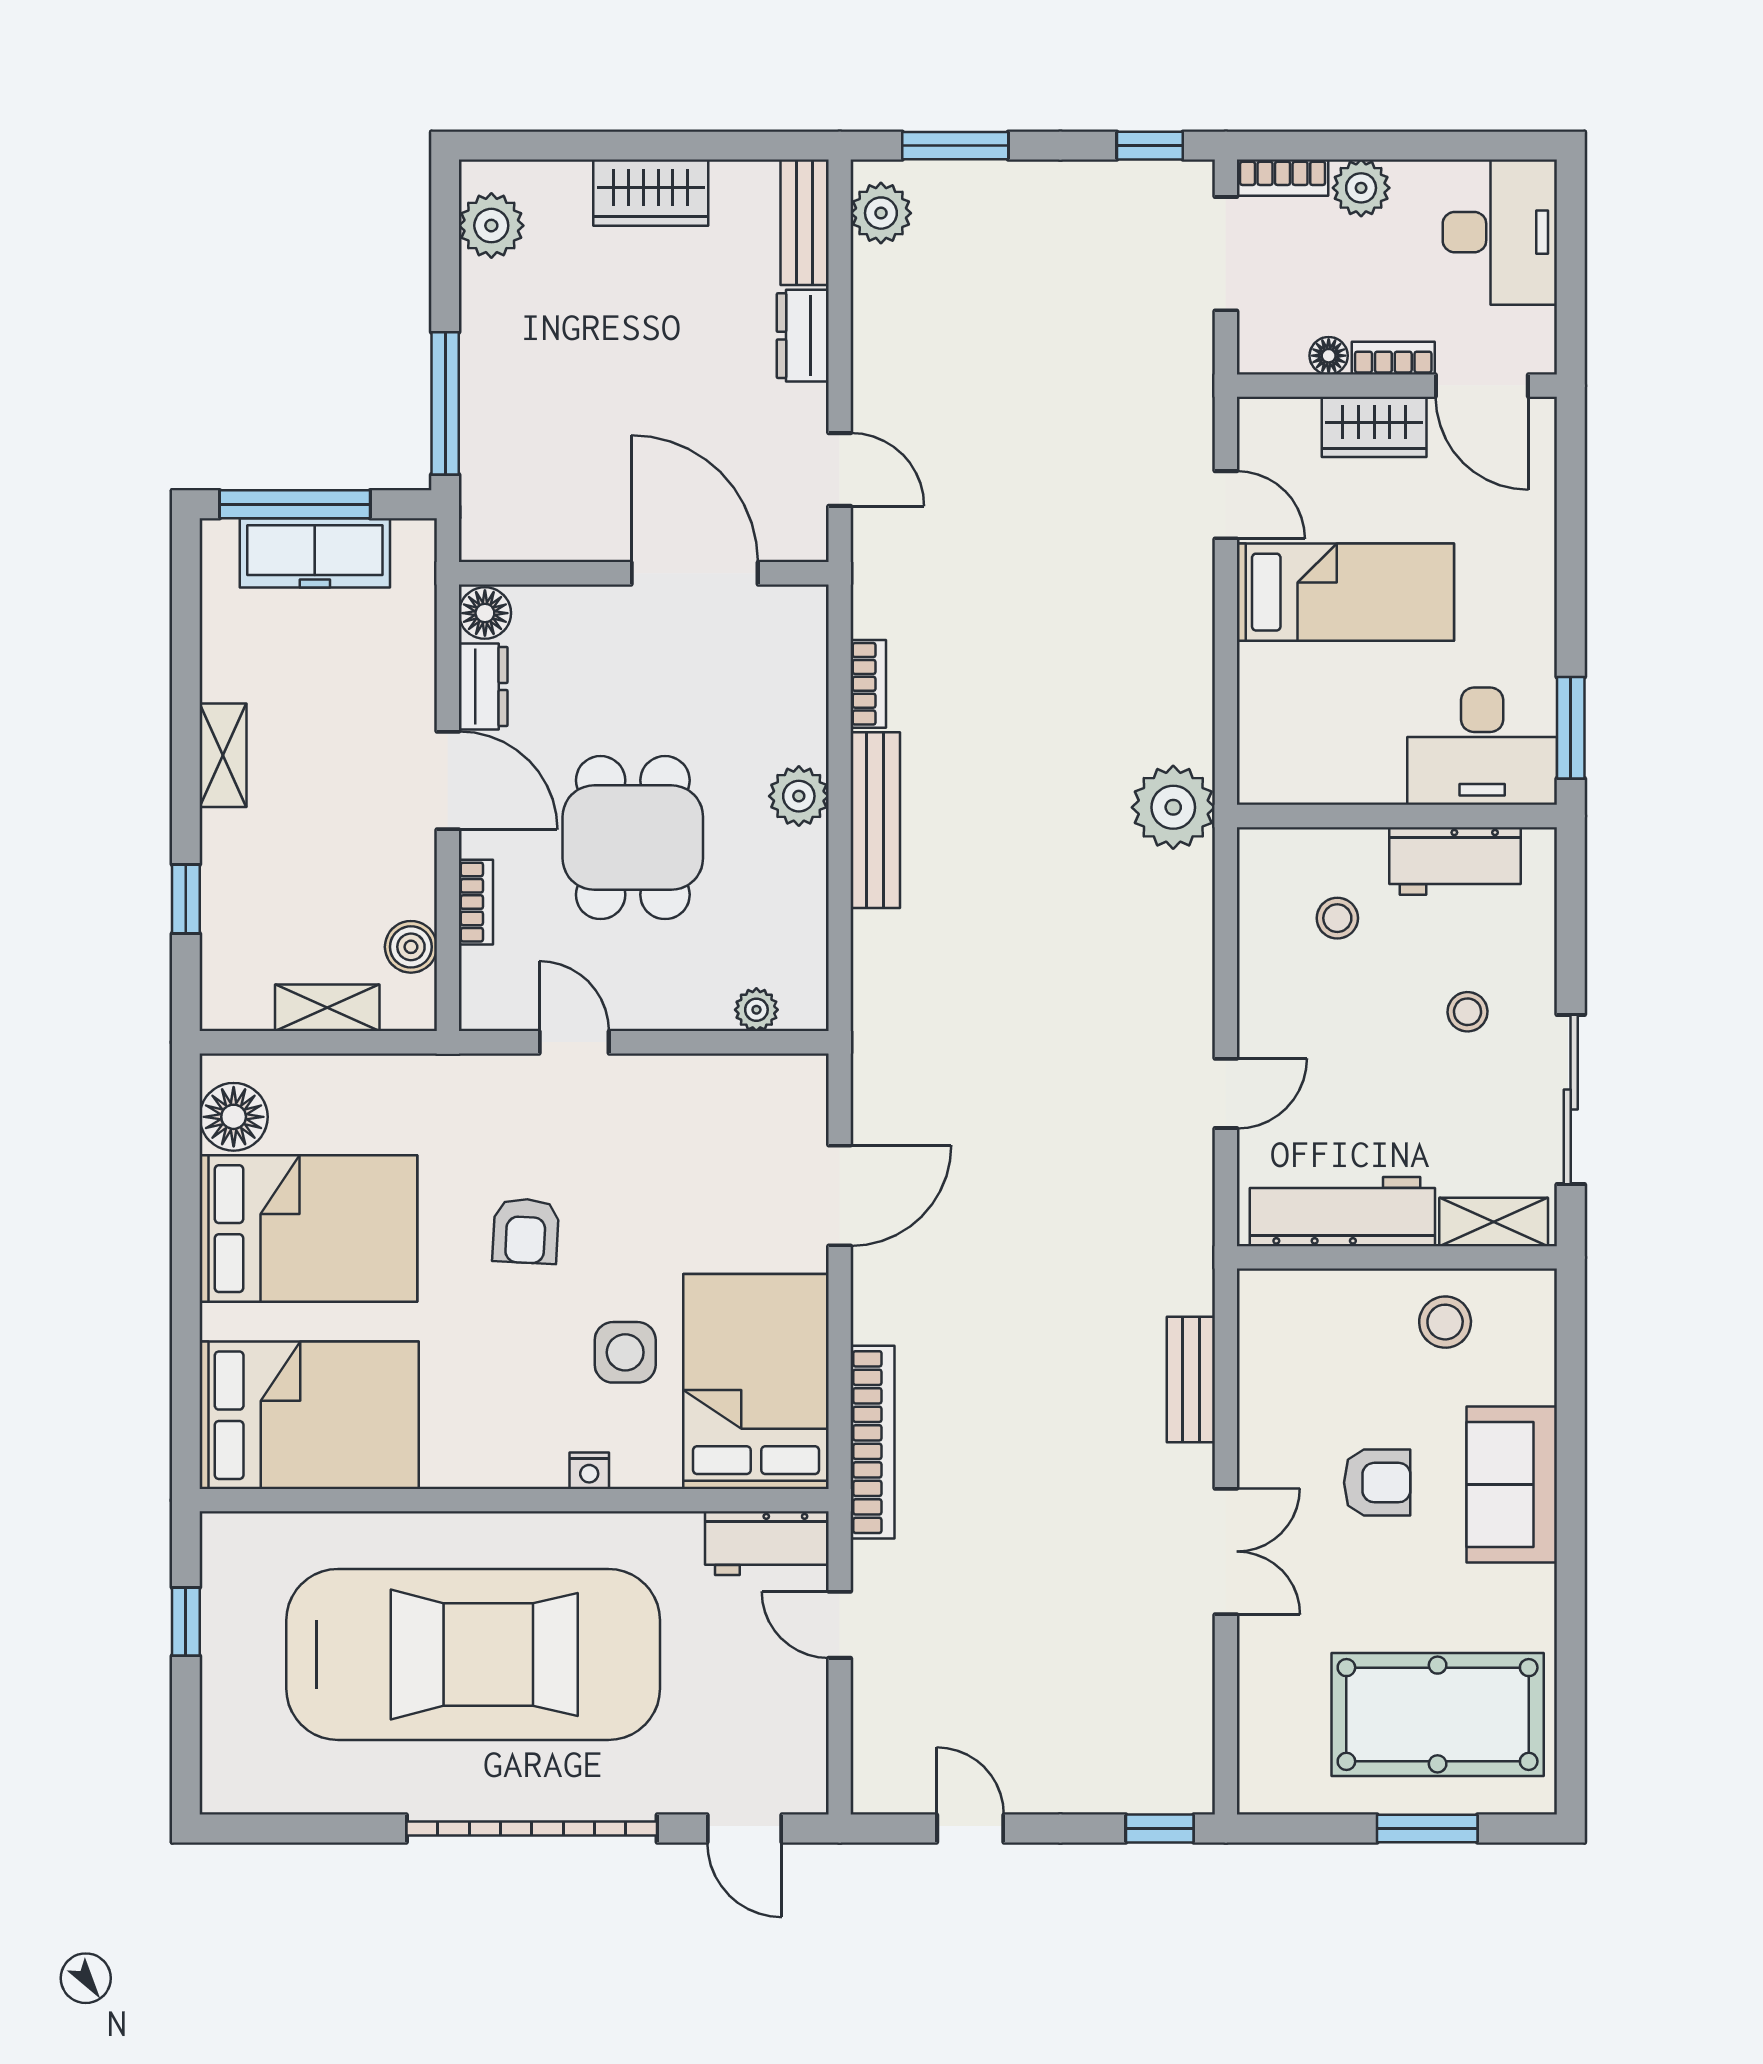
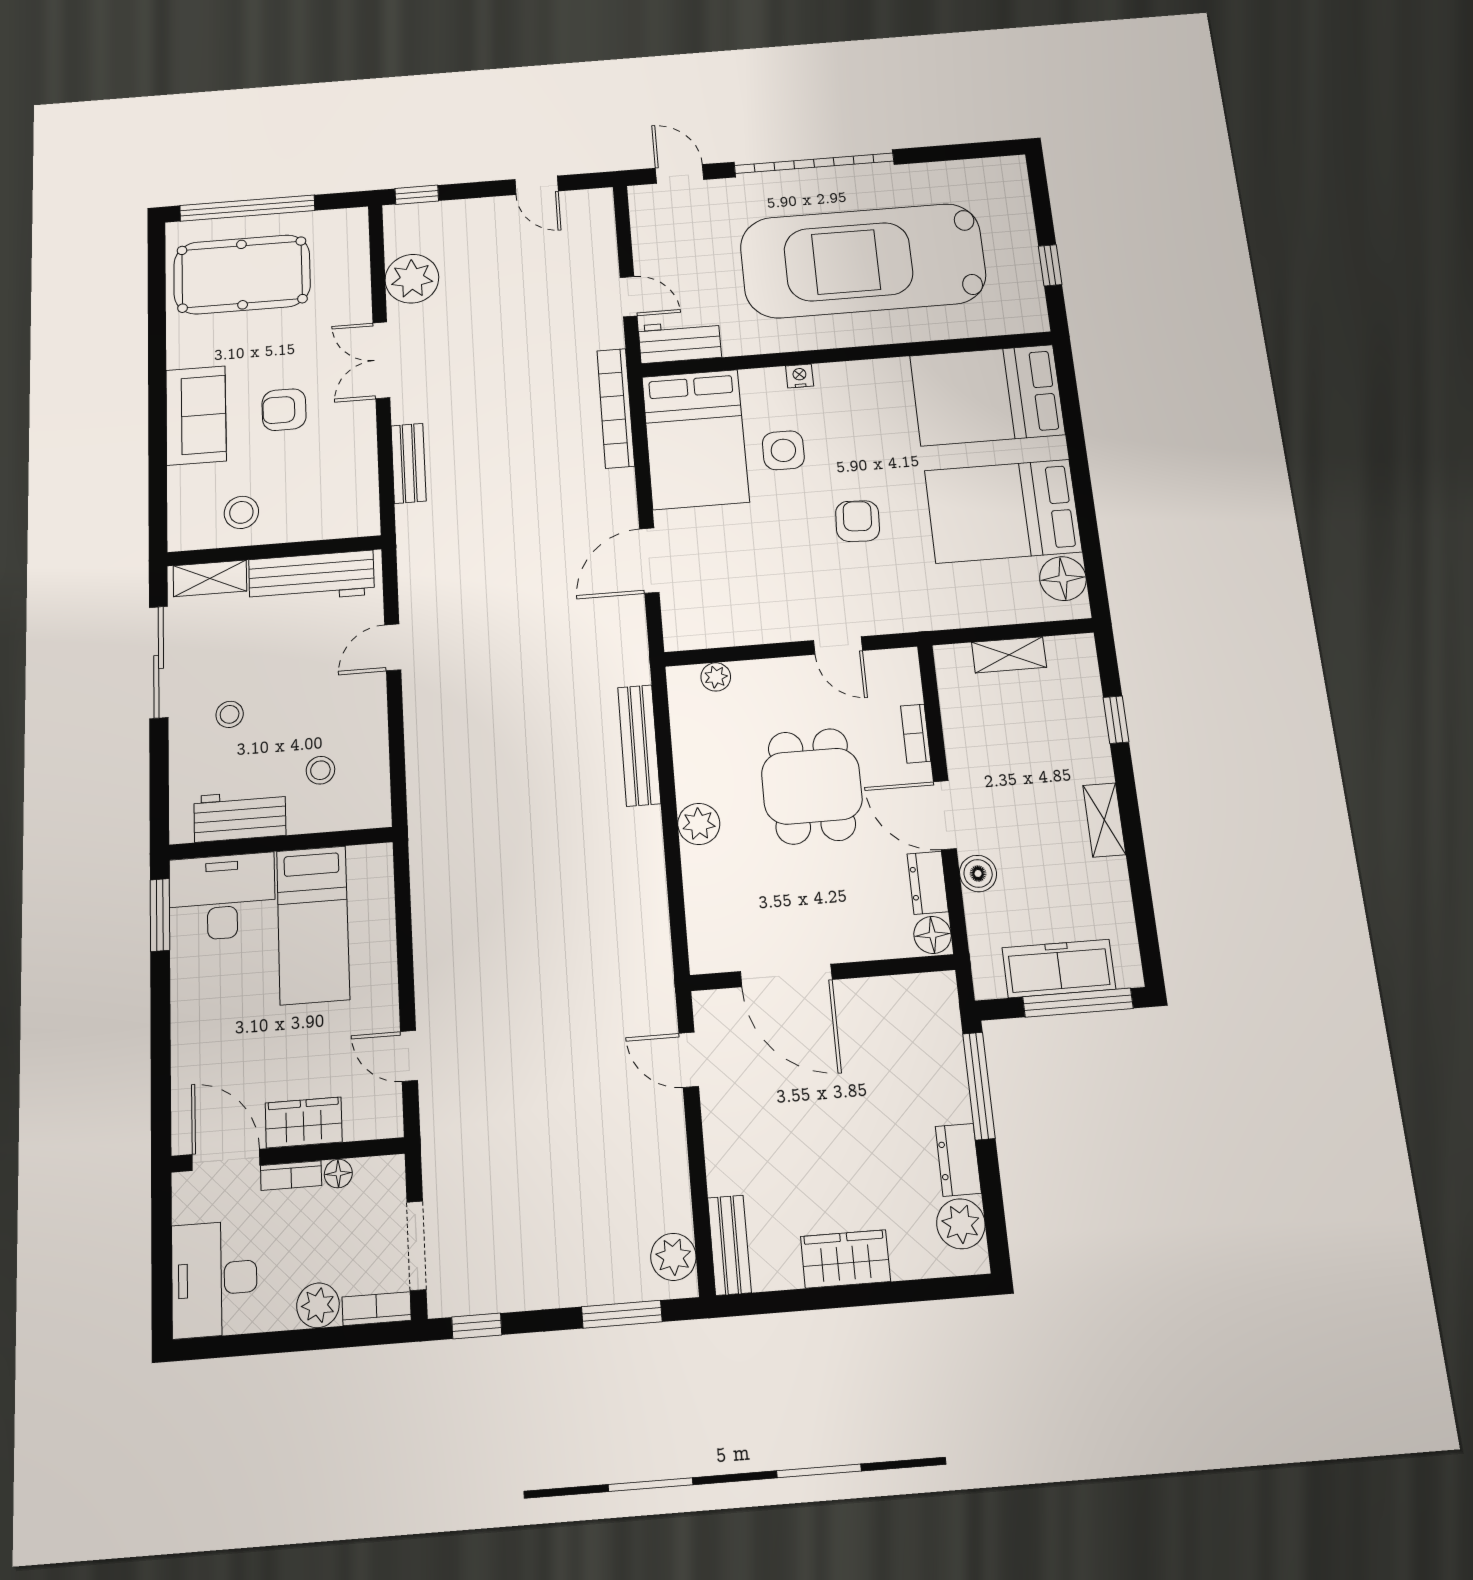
dresser: (803, 336) -> (958, 1160), moved, turned 180
bed: (1345, 592) -> (313, 925), moved, turned -90
bookcase: (868, 684) -> (656, 906), removed
plant: (1173, 807) -> (412, 279), moved
bench: (875, 820) -> (639, 745), moved
boiler: (411, 947) -> (978, 873), moved
window: (1427, 1828) -> (247, 208), width x2.11

